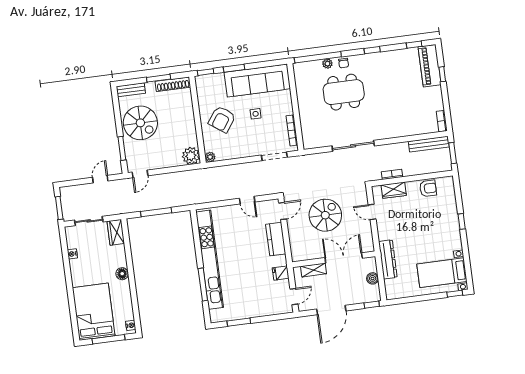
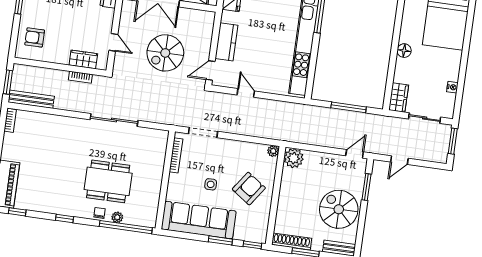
armchair: (428, 188) -> (35, 37), moved

